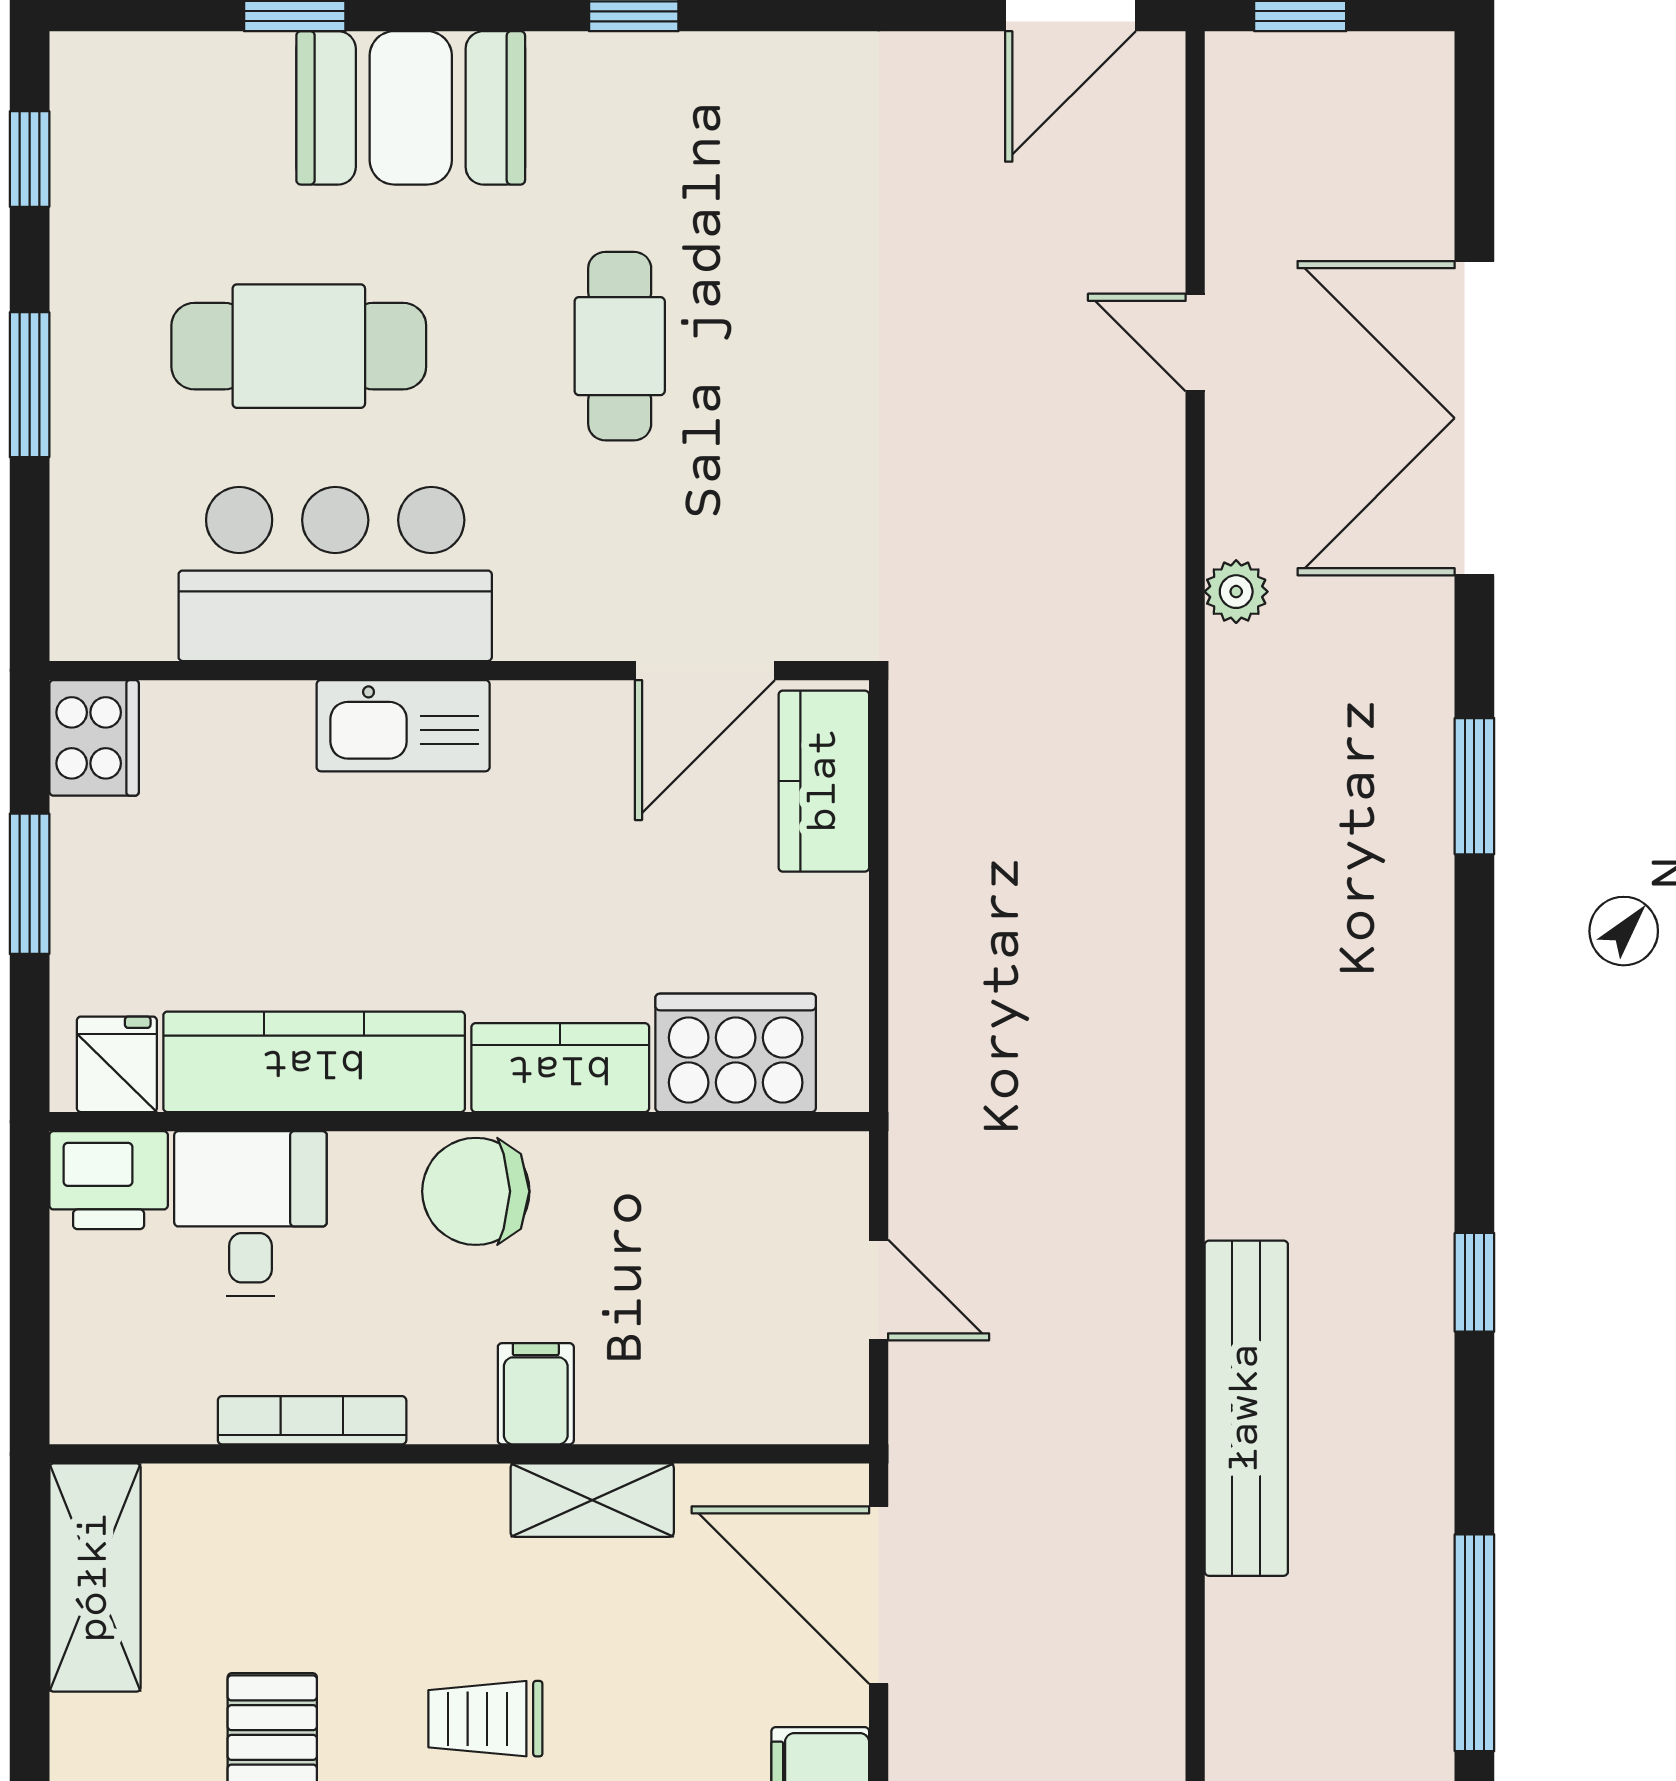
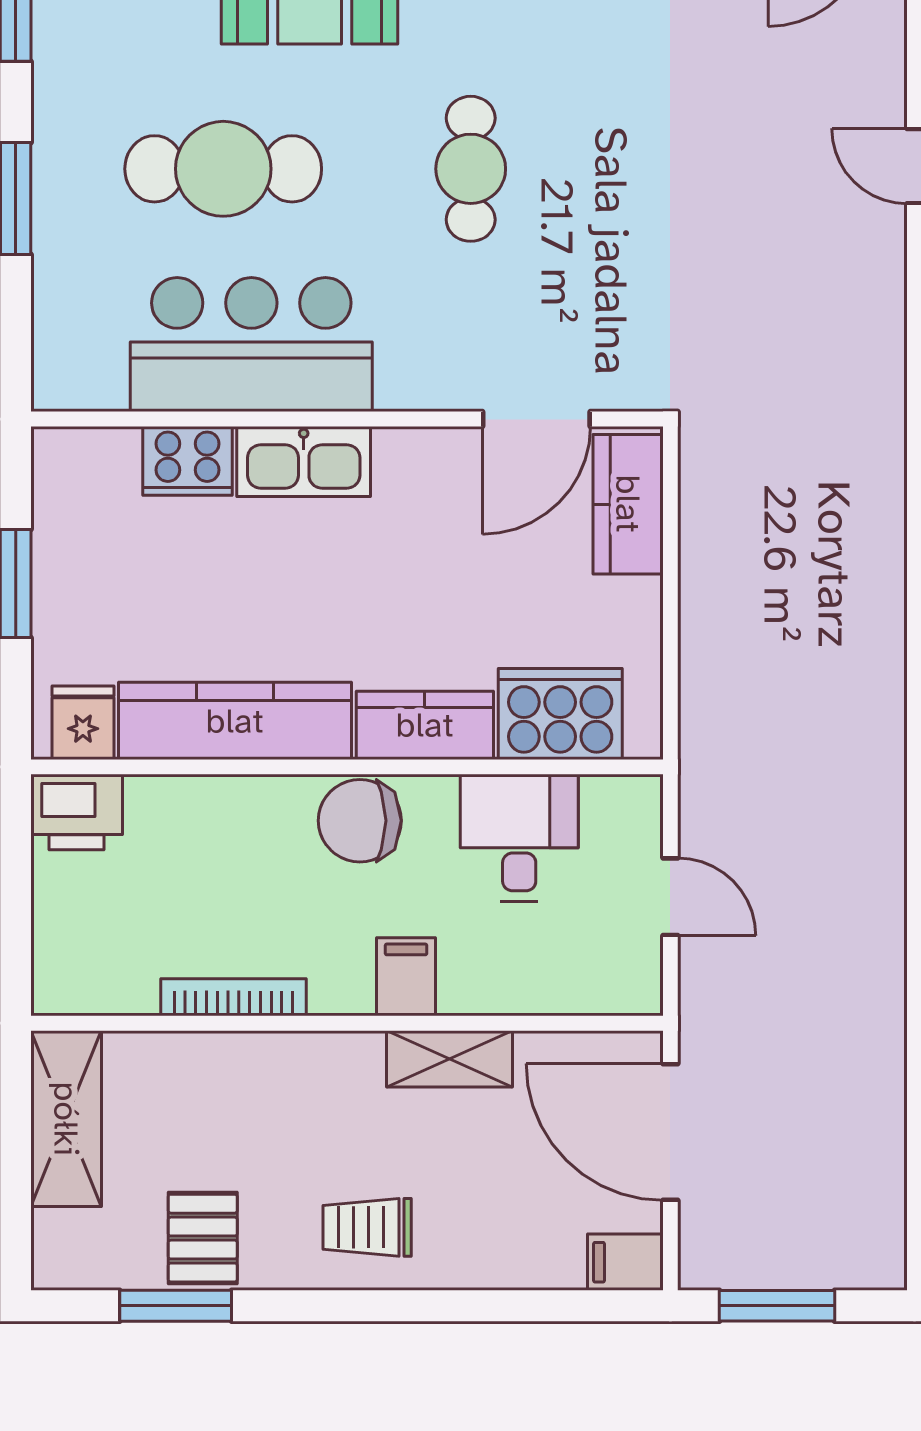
cooker: (94, 738) -> (187, 461), moved, turned 90
desk: (250, 1213) -> (519, 838), moved

